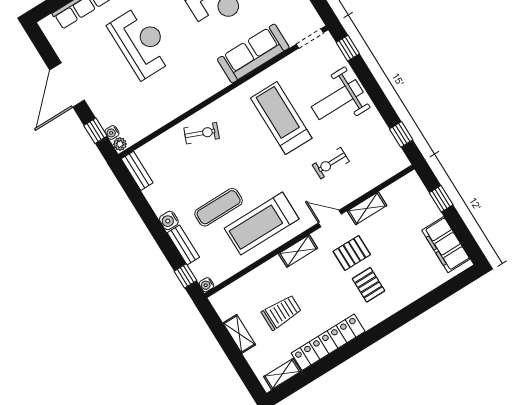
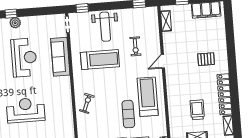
treadmill: (281, 118) -> (100, 60), turned 180
shelving: (367, 208) -> (166, 21), moved
treadmill: (262, 224) -> (148, 97), turned 180
shelving: (298, 251) -> (171, 86), removed
pallet: (352, 253) -> (186, 59), removed

